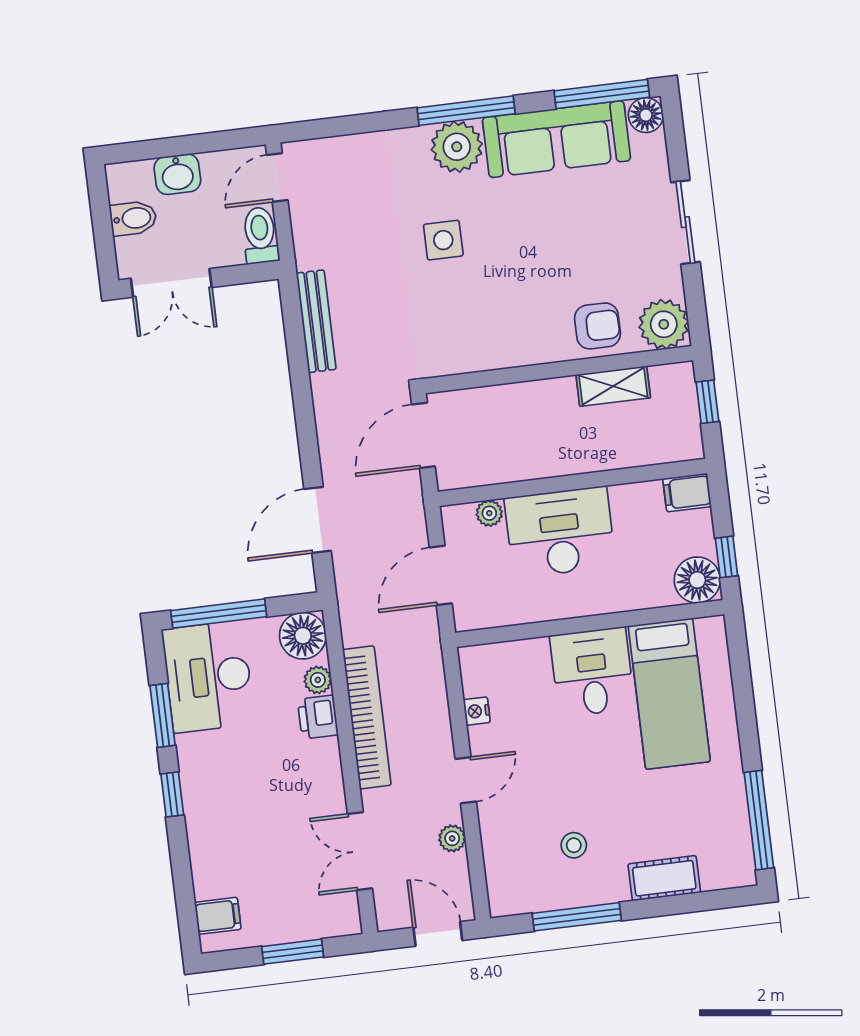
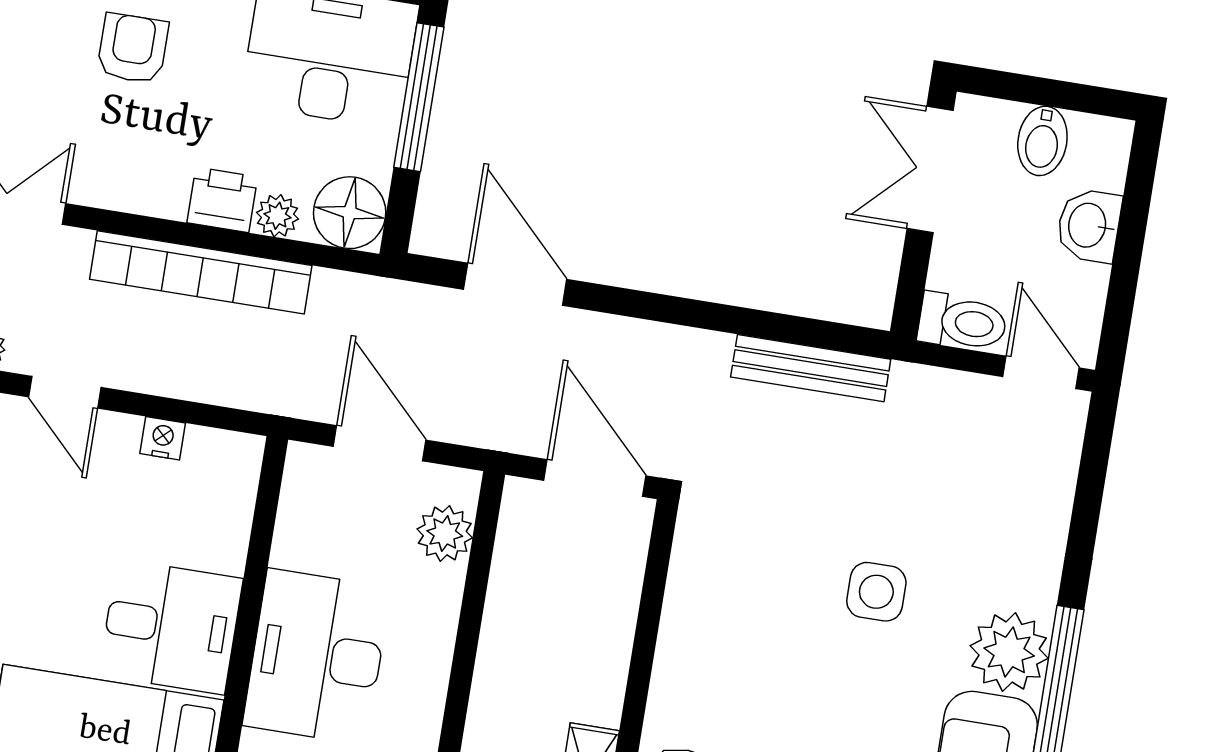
plant: (489, 513) -> (445, 533), width x1.38, depth x1.38
desk: (560, 532) -> (317, 657), moved, turned 180
armchair: (240, 800) -> (133, 48), added

